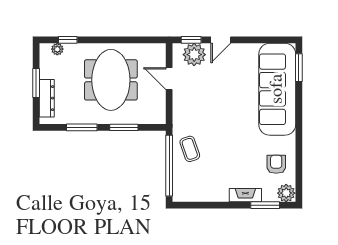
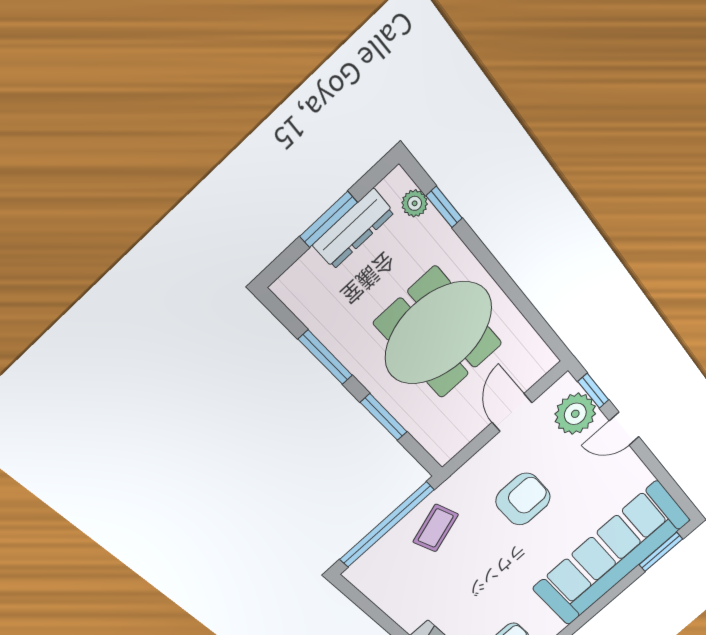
dresser: (47, 98) -> (353, 229), moved
armchair: (212, 105) -> (523, 499), added

